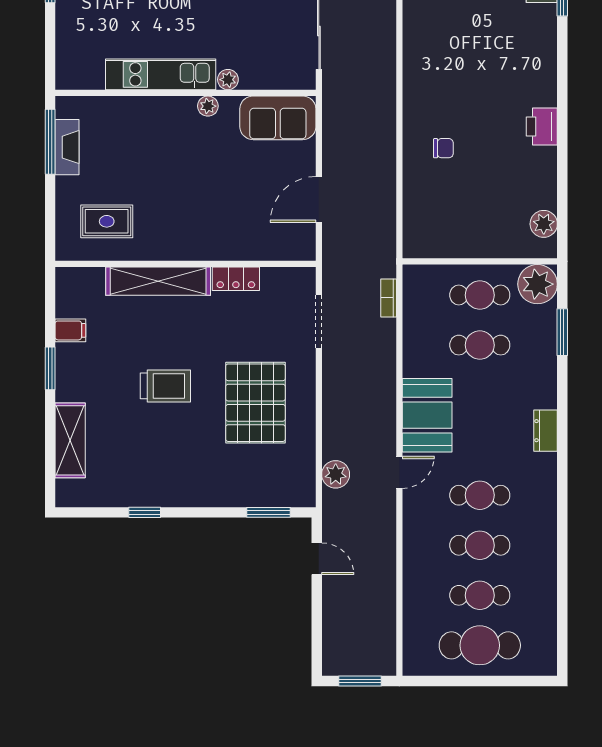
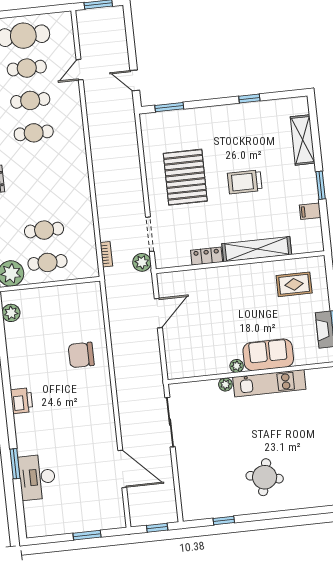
sofa: (278, 118) -> (268, 355), moved
printer: (542, 127) -> (22, 401), moved
chair: (443, 148) -> (81, 355), width x1.87, depth x1.87
booth: (427, 415) -> (73, 181), removed
door: (399, 472) -> (80, 70), moved
plant: (336, 474) -> (142, 262), moved

